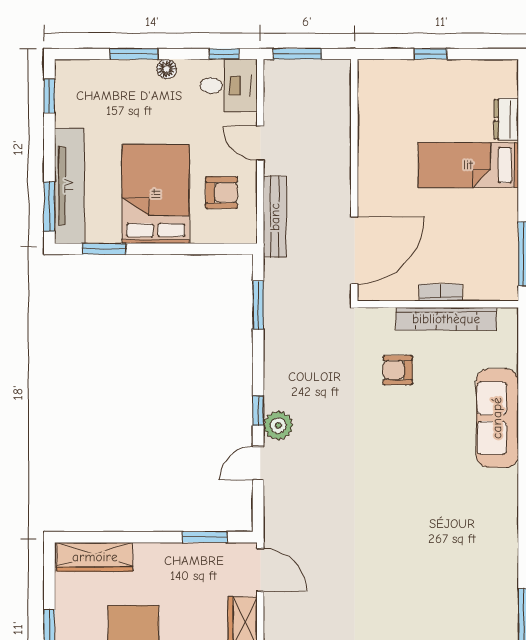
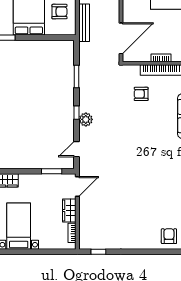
window: (258, 305) -> (76, 76), moved
door: (258, 463) -> (76, 149), moved
door: (260, 570) -> (77, 186), hinge flipped

